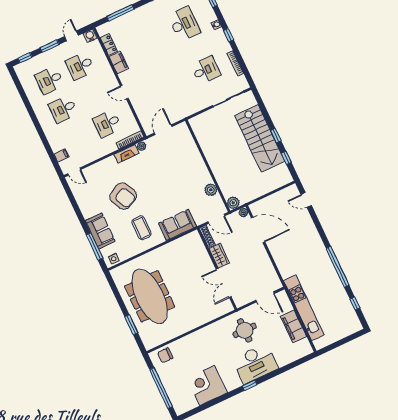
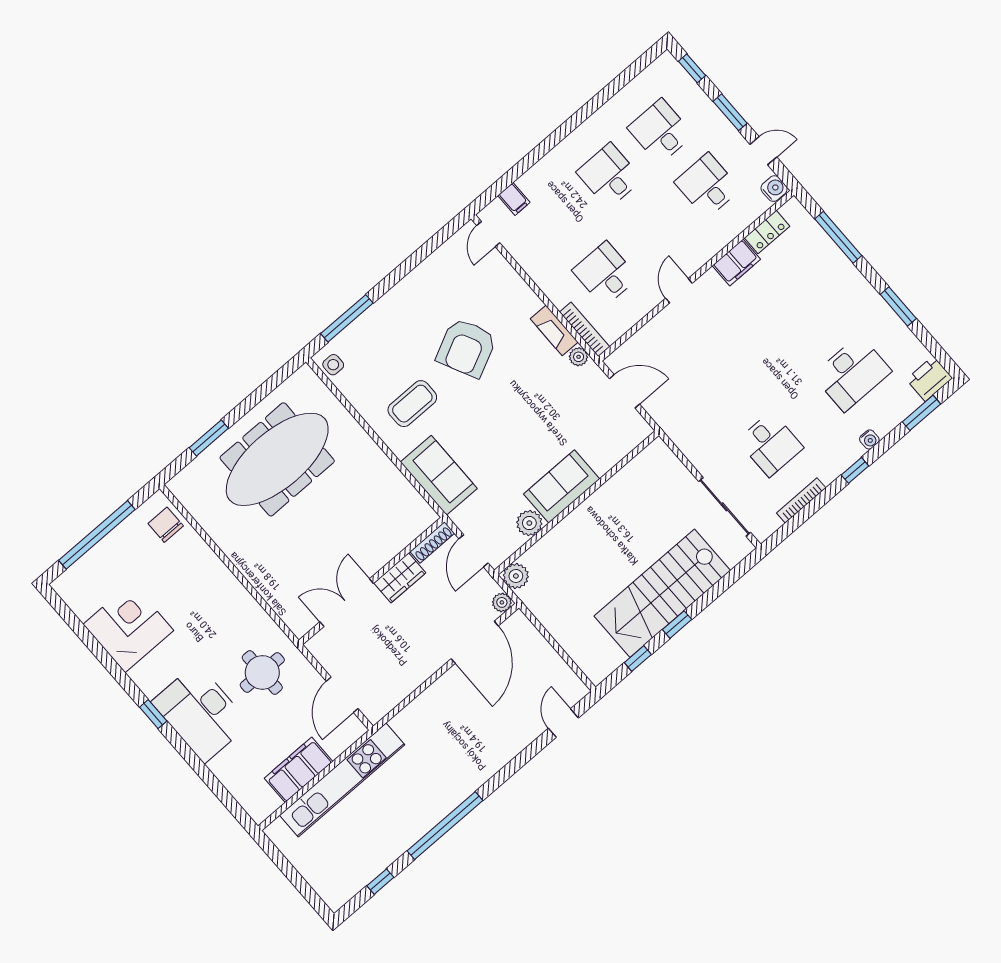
sofa: (100, 231) -> (562, 486), moved, turned 180

